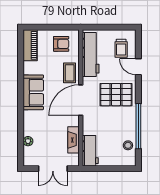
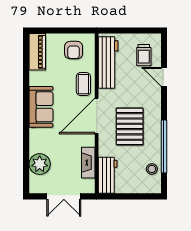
armchair: (61, 44) -> (74, 50), turned 90
pallet: (116, 95) -> (130, 126), moved, turned 90
plant: (28, 141) -> (40, 164), width x1.88, depth x1.88

